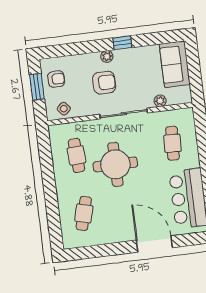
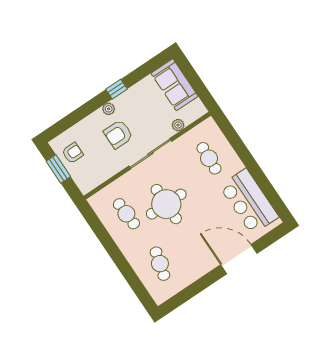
armchair: (104, 83) -> (118, 134), turned 180
side table: (64, 109) -> (93, 177), removed

